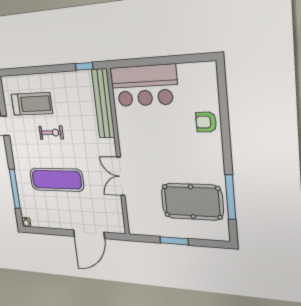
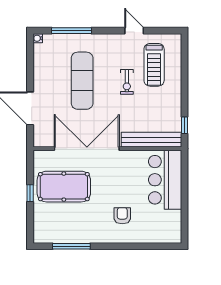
armchair: (206, 122) -> (122, 216), moved
double door: (121, 176) -> (87, 149), width x1.87
pool table: (192, 202) -> (64, 187), moved, turned 90
window: (174, 241) -> (30, 193), width x0.67

